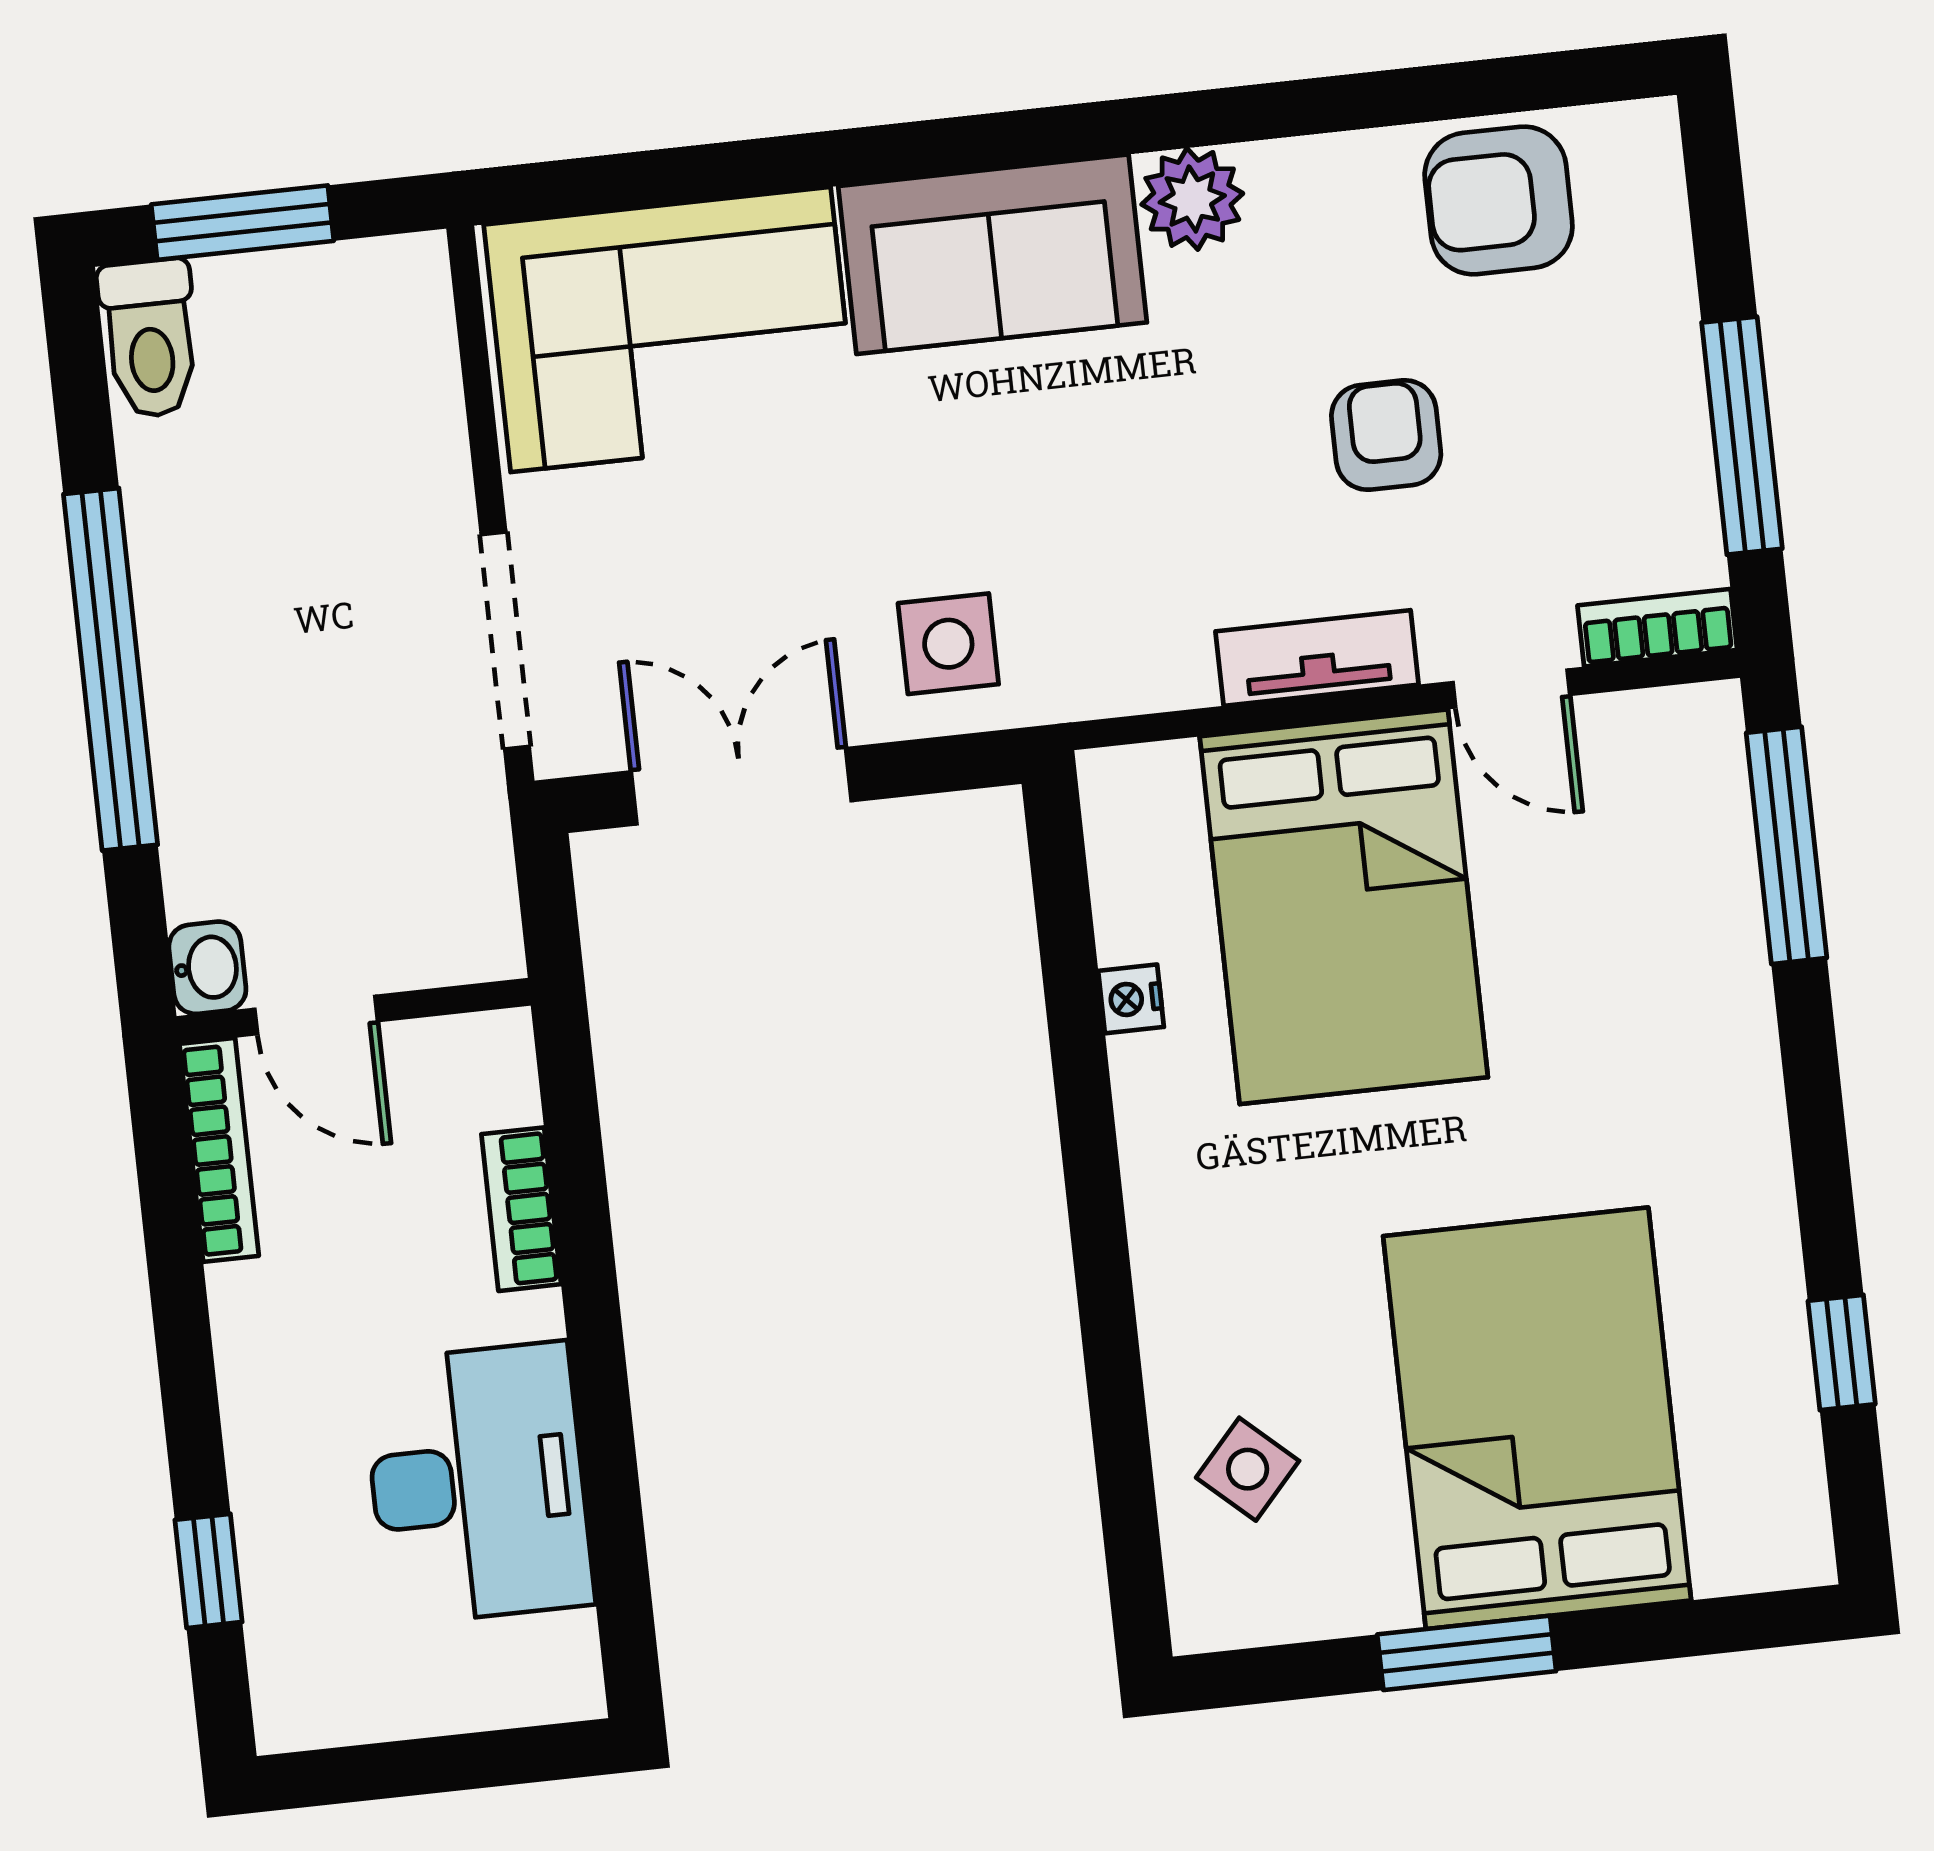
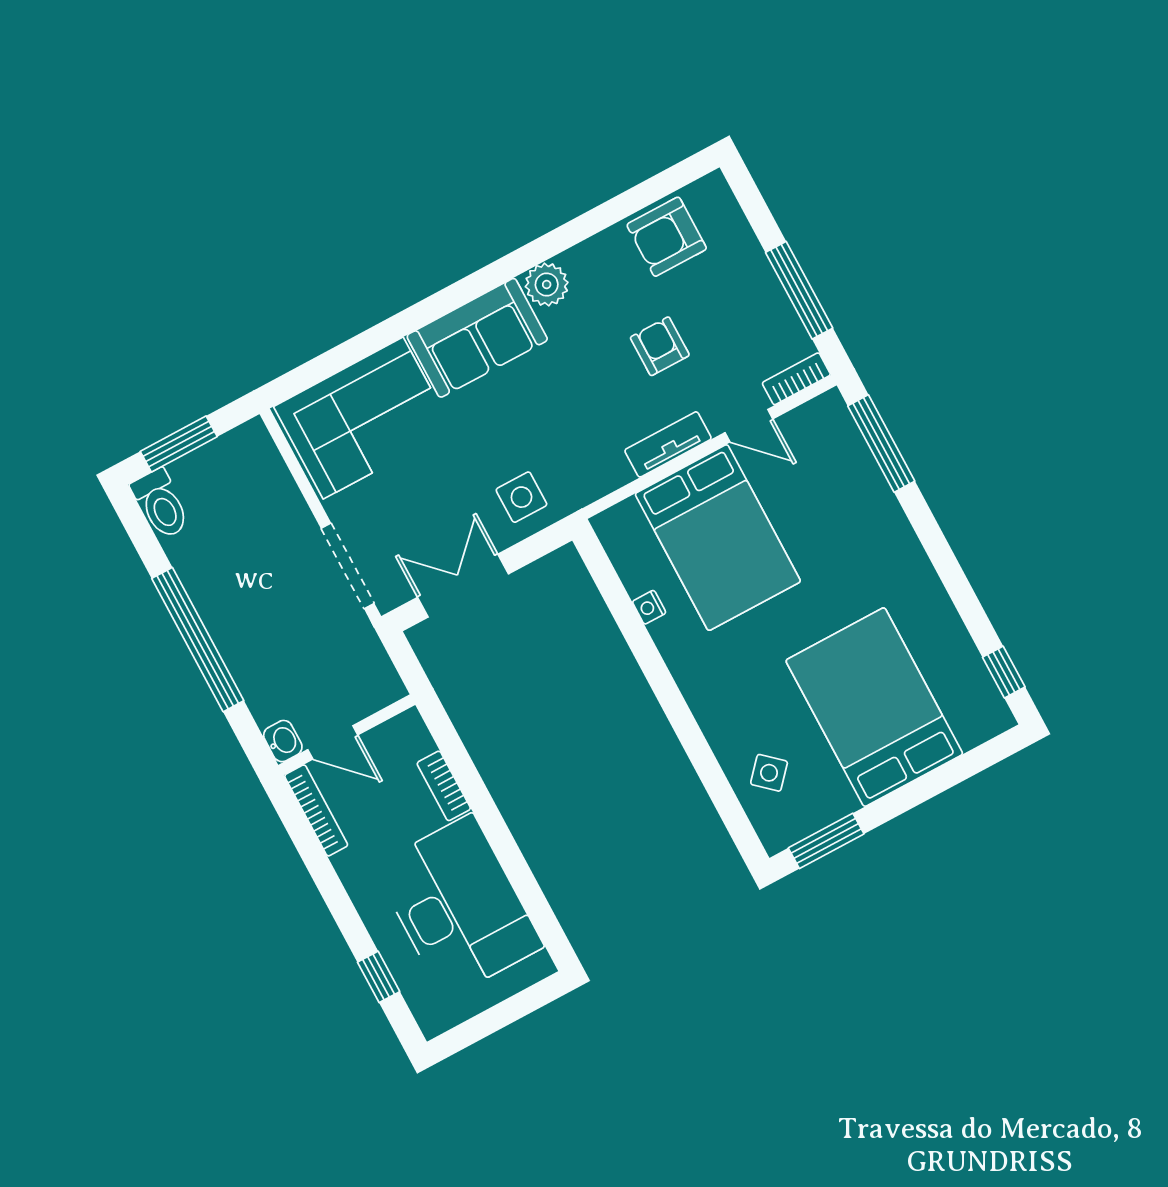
window: (1842, 1353) -> (1004, 672), moved
desk: (478, 1483) -> (458, 906), width x1.36, depth x1.30
window: (1467, 1653) -> (826, 841), moved

